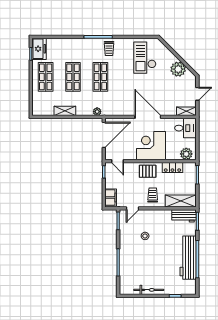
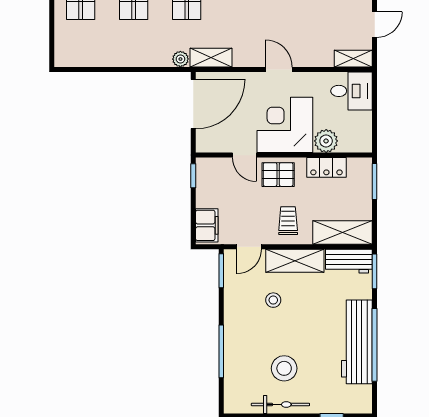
shelving: (65, 111) -> (211, 58), moved
door: (148, 117) -> (279, 69), width x0.53
plant: (186, 154) -> (326, 141), moved
door: (118, 161) -> (244, 155), moved
shelving: (156, 216) -> (295, 261), added
stool: (151, 271) -> (284, 368), added

